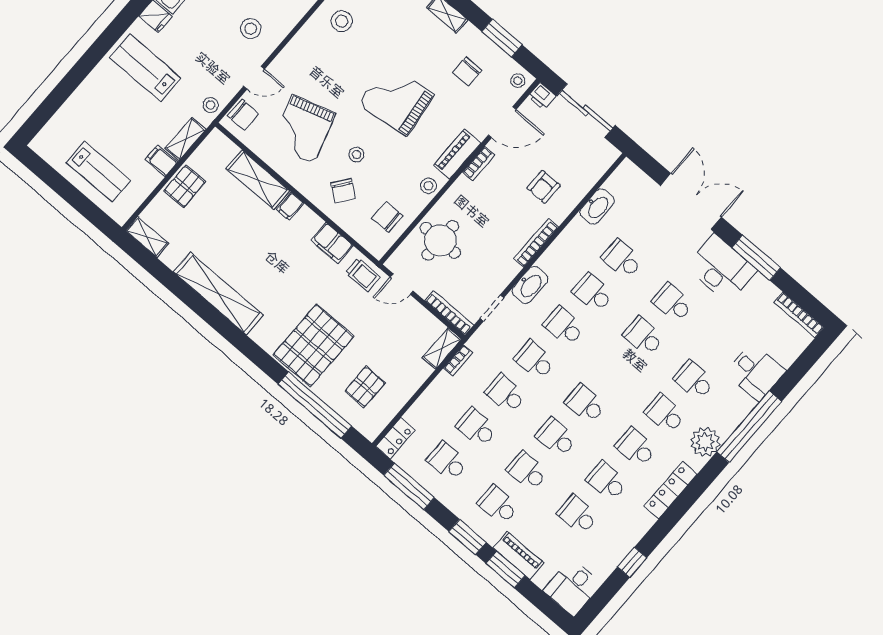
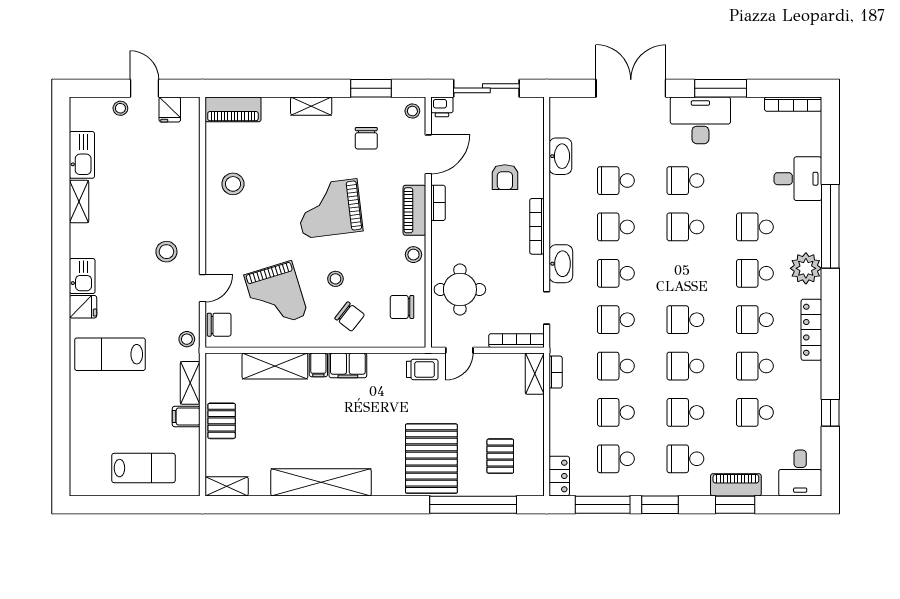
filing cabinet: (332, 243) -> (348, 365), moved
window: (468, 537) -> (660, 505), moved

